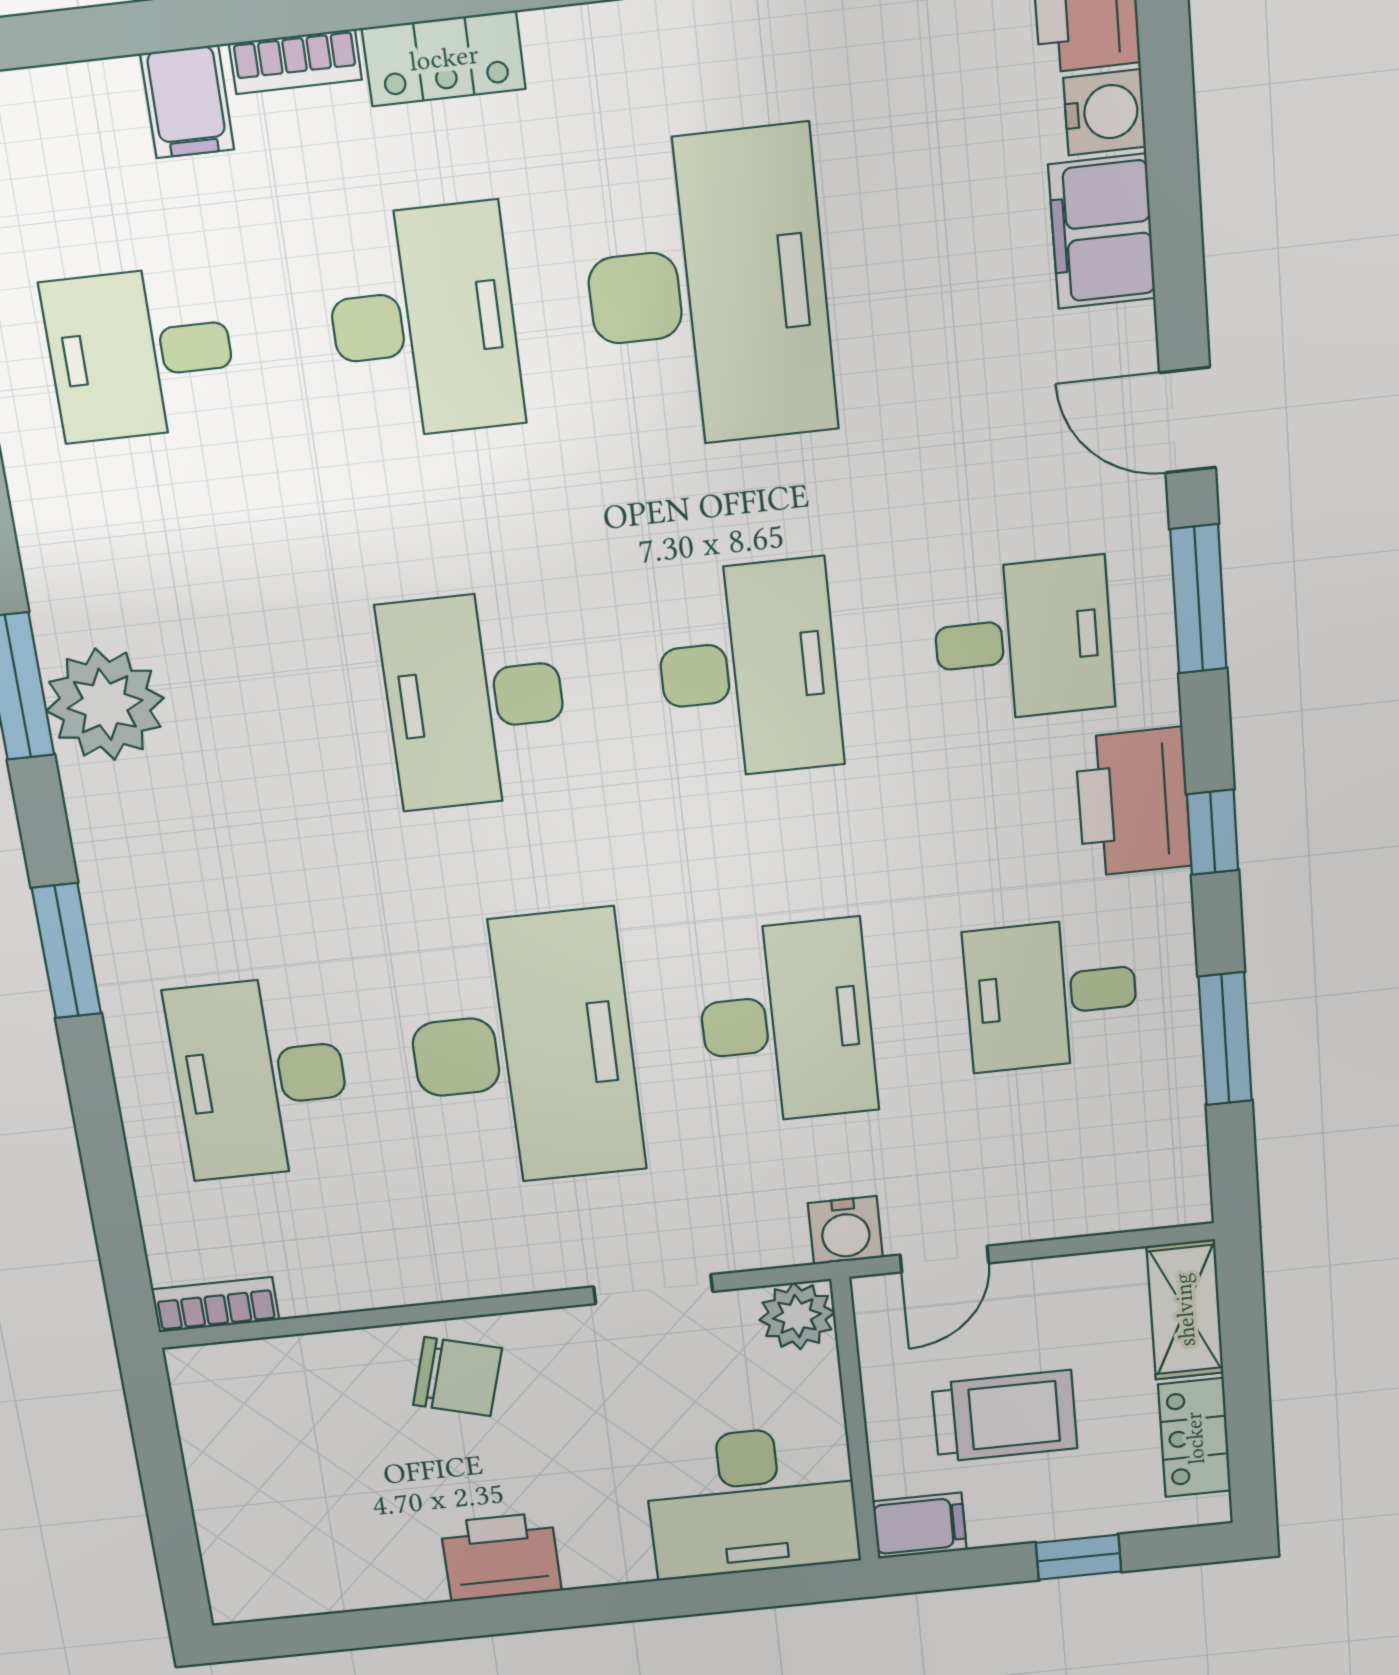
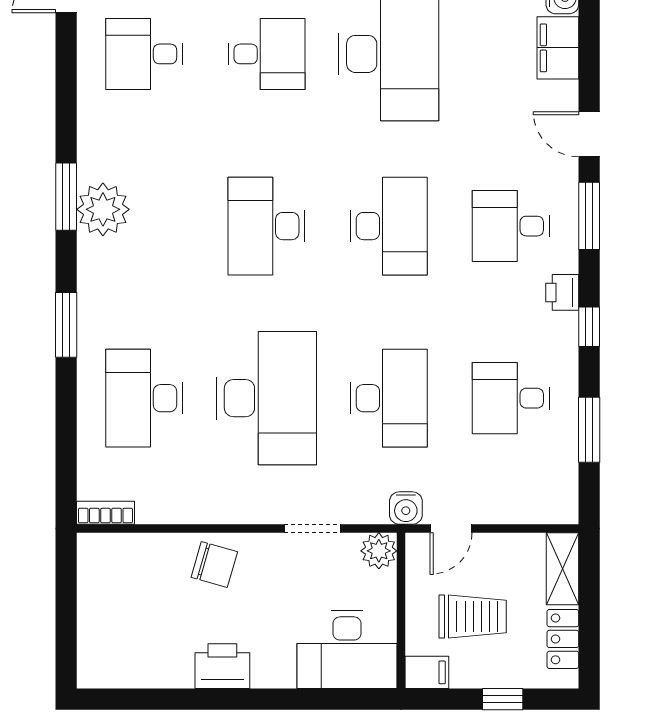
desk: (423, 322) -> (266, 54), width x0.73
desk: (1023, 640) -> (511, 226), turned 180
printer: (1133, 802) -> (562, 292), width x0.53, depth x0.68

